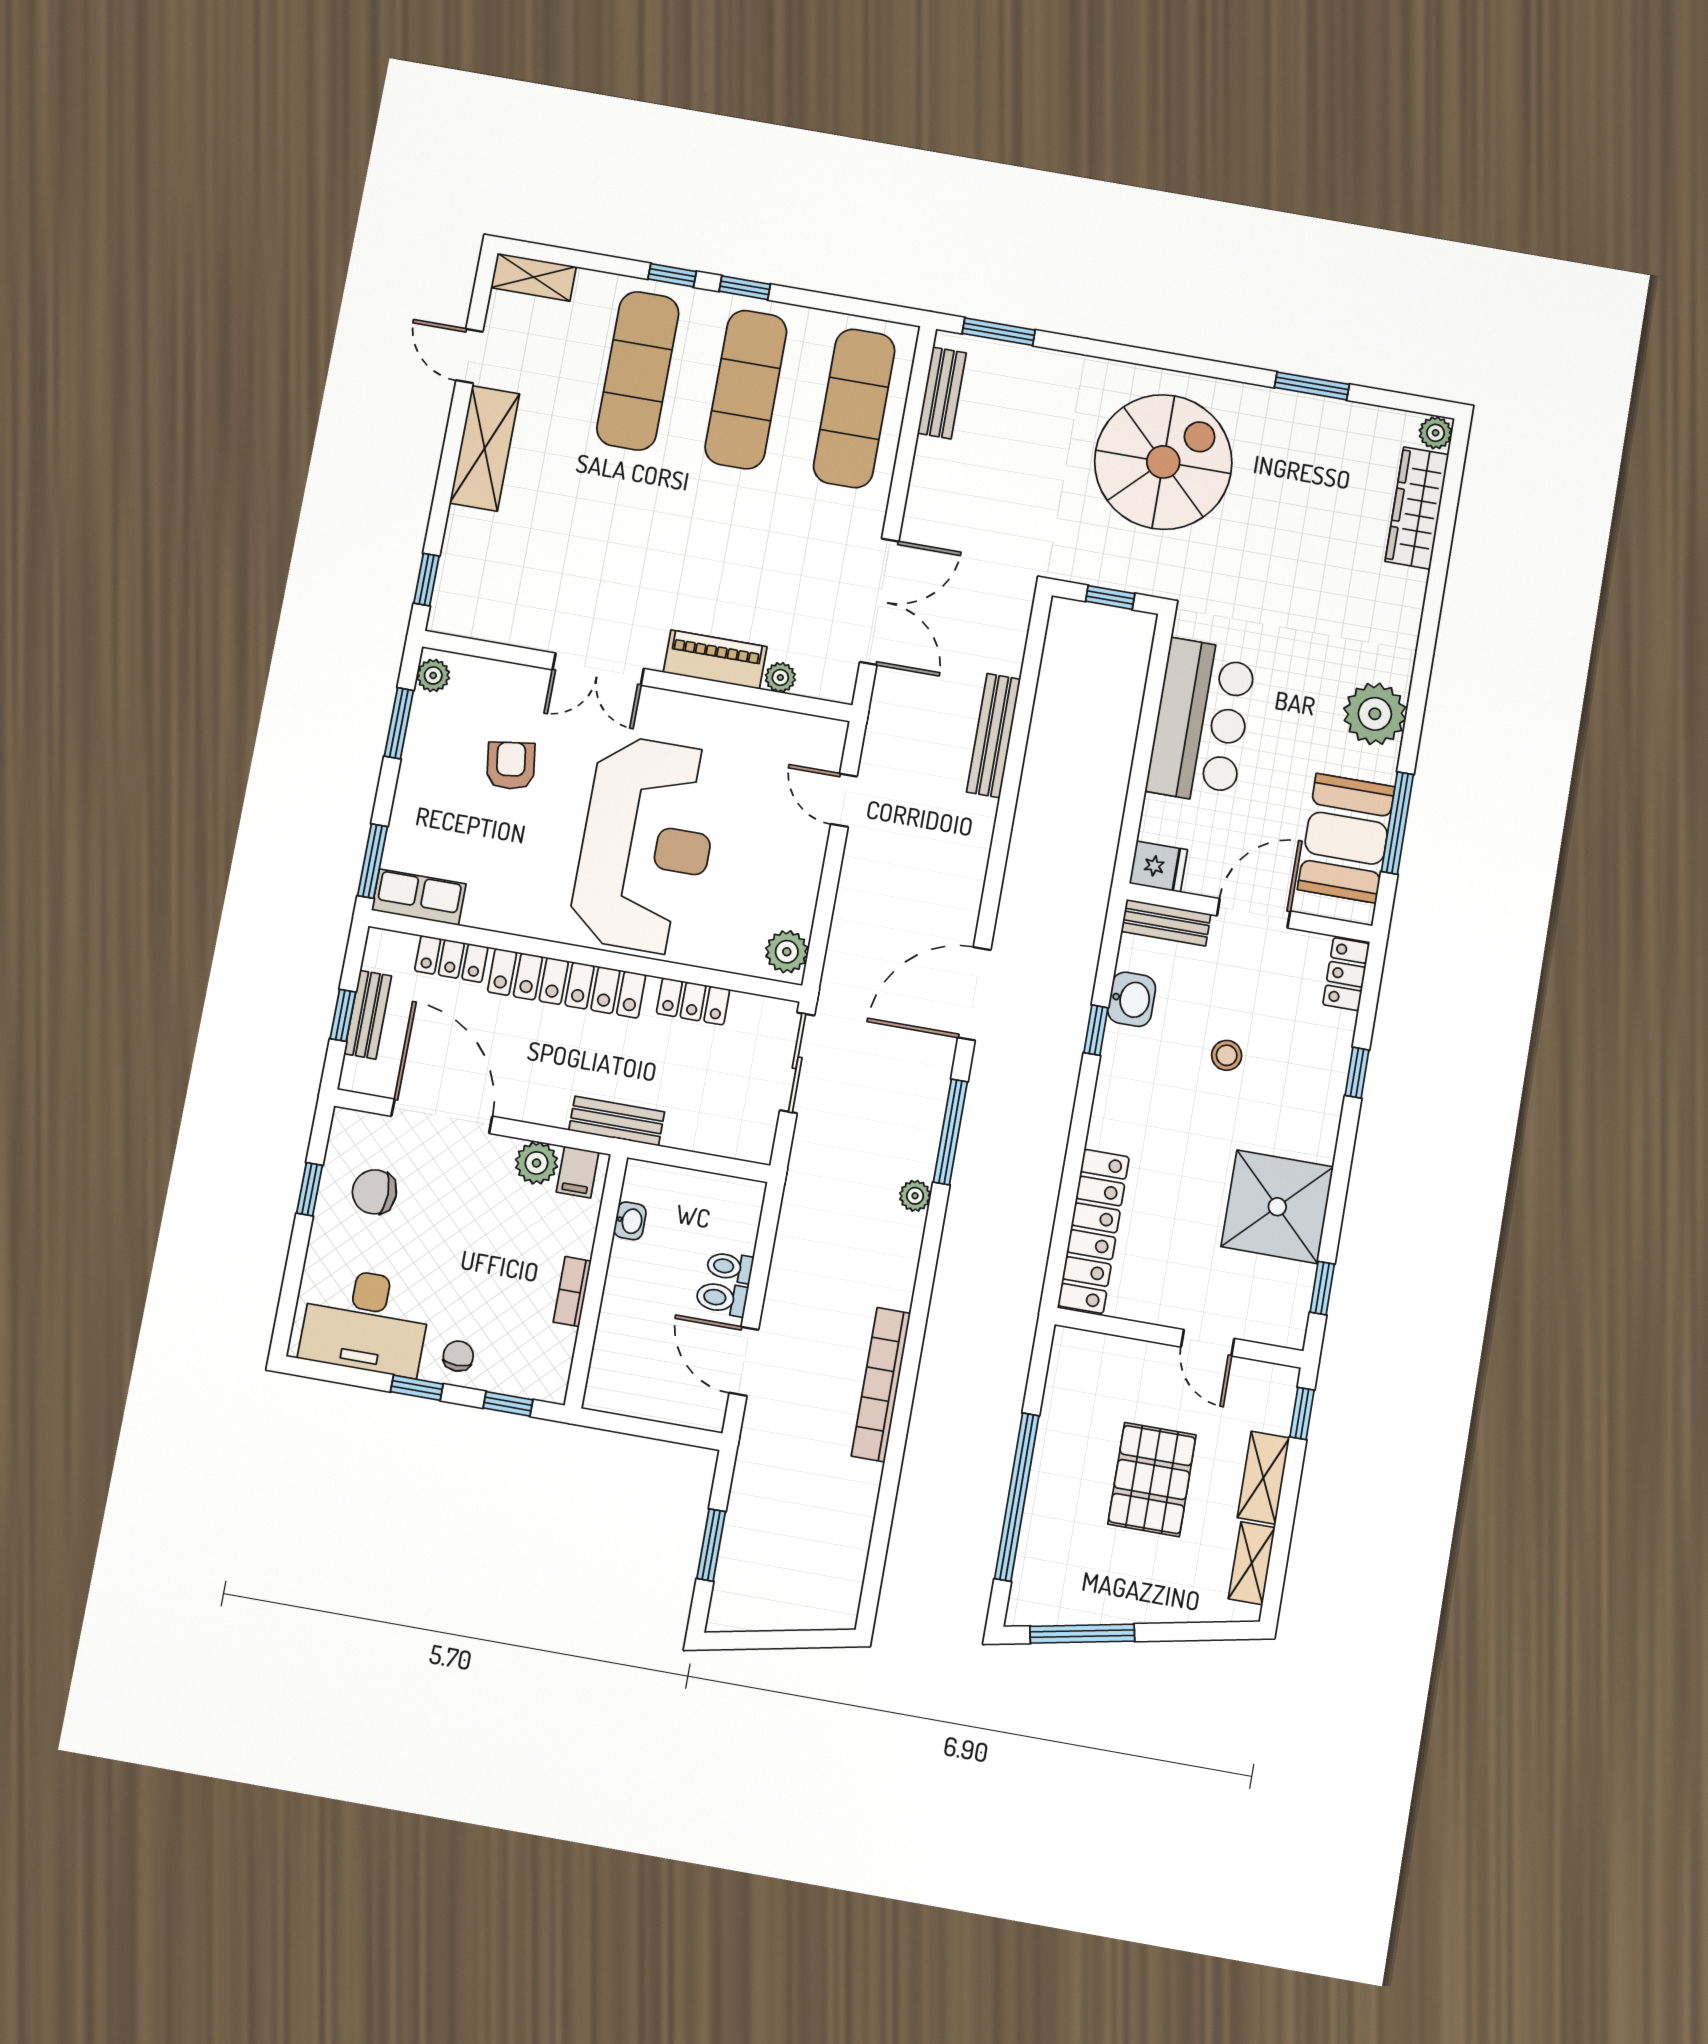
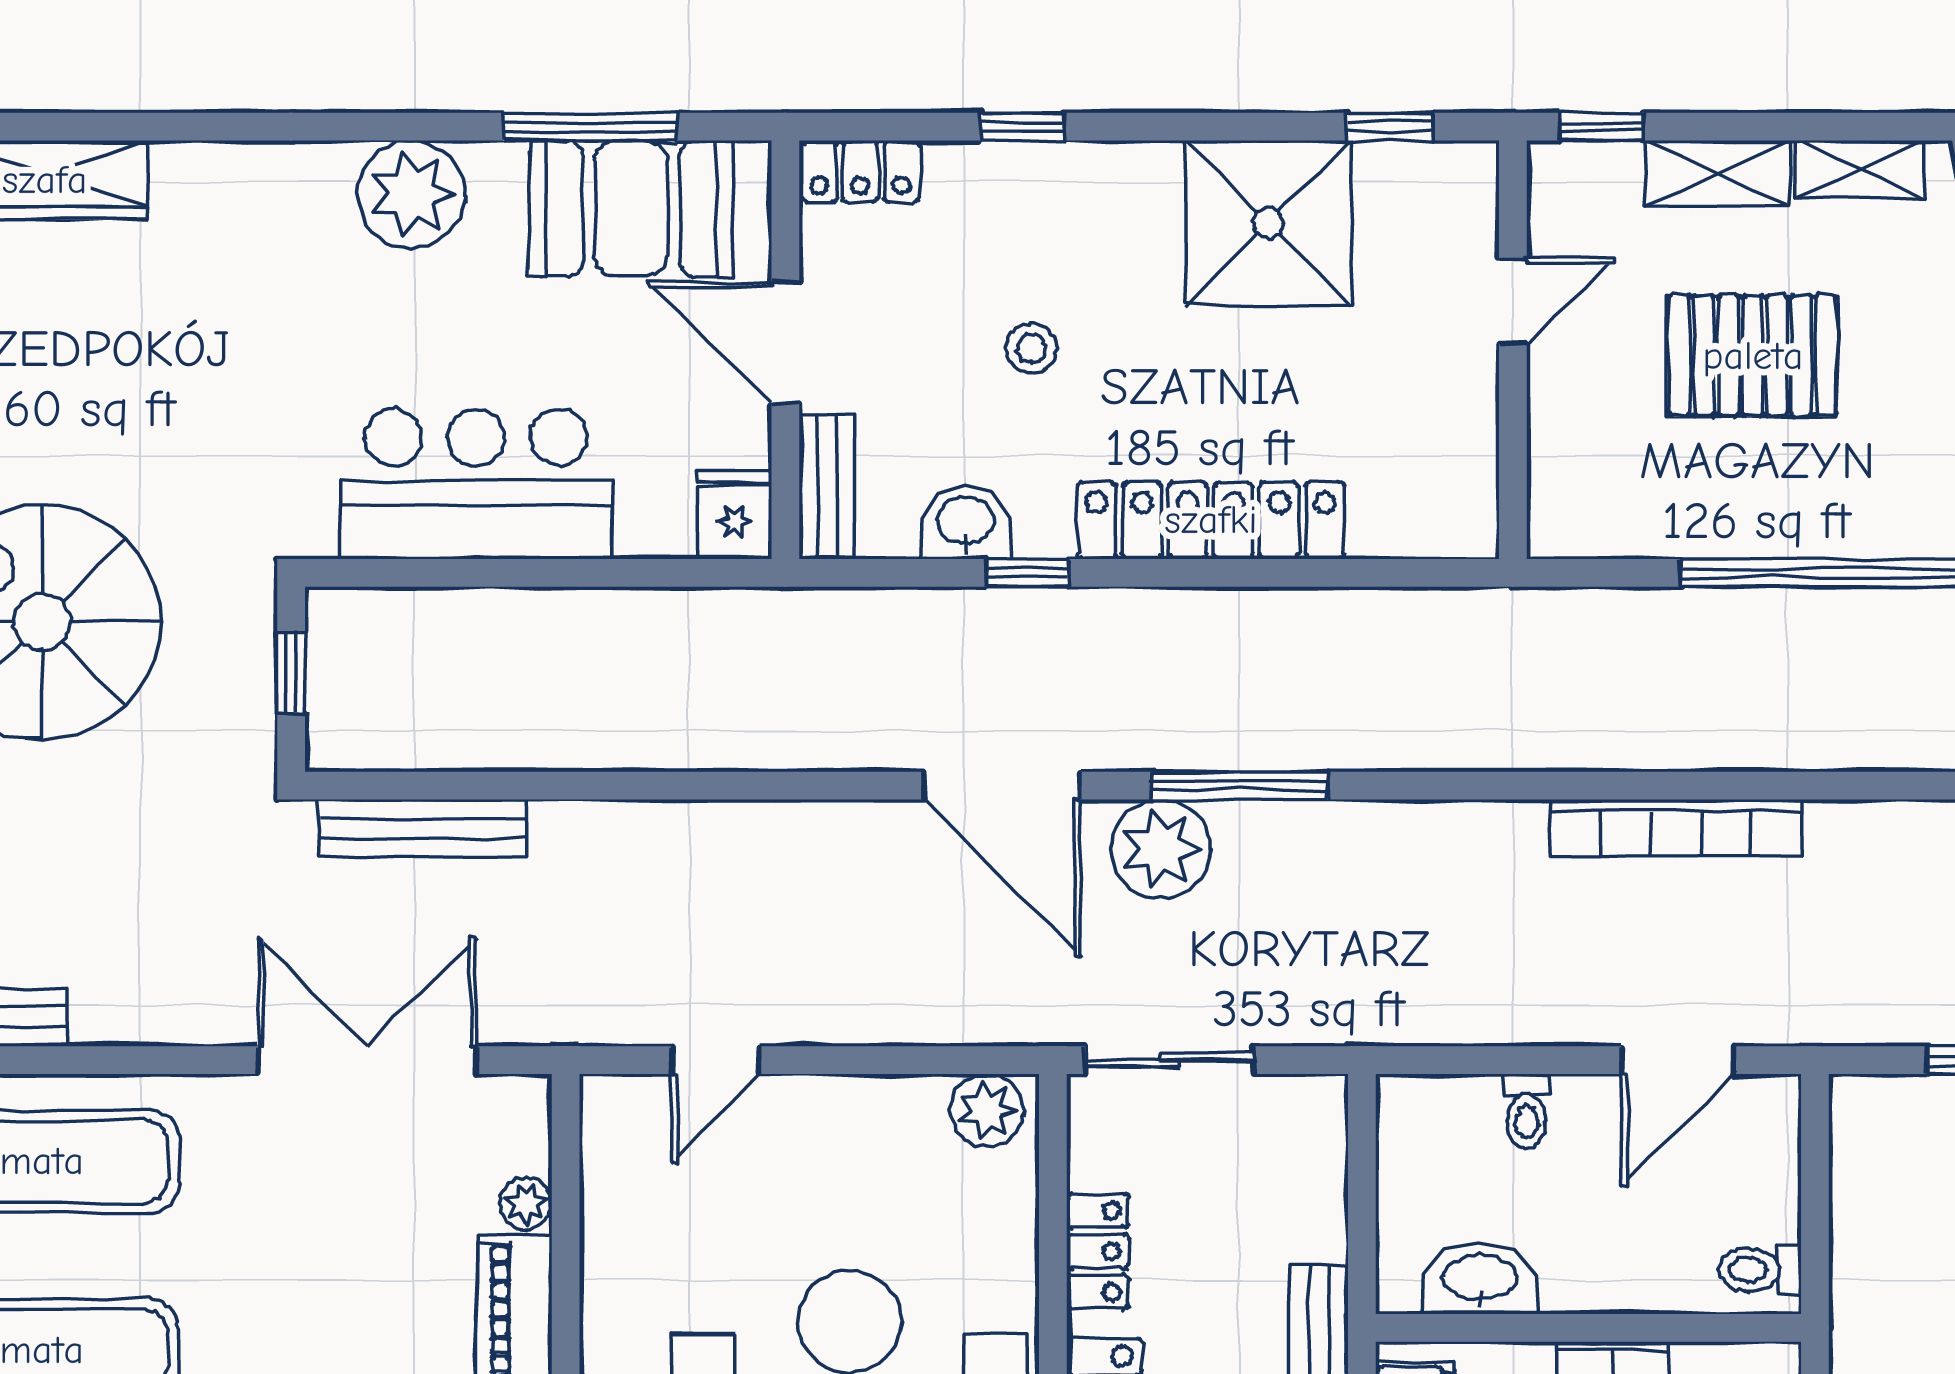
bench: (994, 736) -> (422, 828), moved
plant: (915, 1196) -> (1160, 849), moved, width x1.88, depth x1.88
washbasin: (630, 1221) -> (1480, 1279), width x1.91, depth x1.45
locker: (1094, 1231) -> (1211, 520), moved
toilet: (722, 1298) -> (1760, 1270), moved, turned 90

